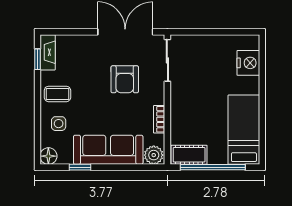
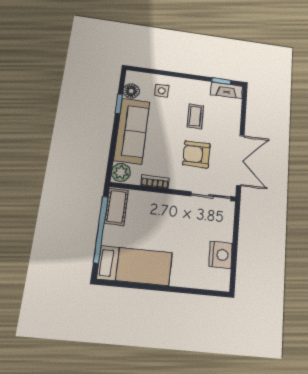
nightstand: (248, 63) -> (221, 255), moved, turned -90
coffee table: (57, 94) -> (195, 116), moved
floor lamp: (48, 156) -> (131, 91), moved

